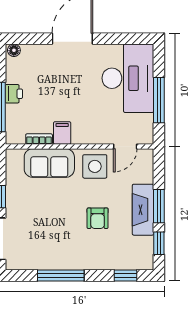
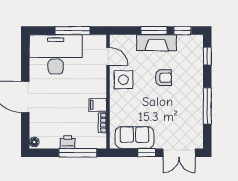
sofa: (49, 163) -> (135, 138), moved, turned -90

